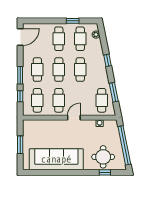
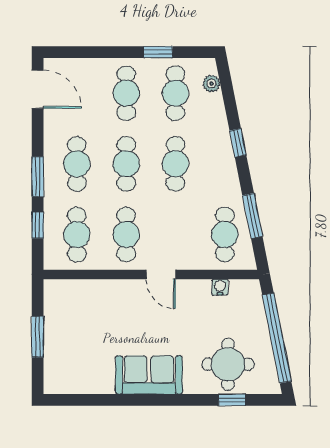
door: (20, 37) -> (38, 89), hinge flipped
door: (74, 118) -> (161, 274), swing flipped
sofa: (56, 159) -> (149, 375), width x0.54, depth x0.79

